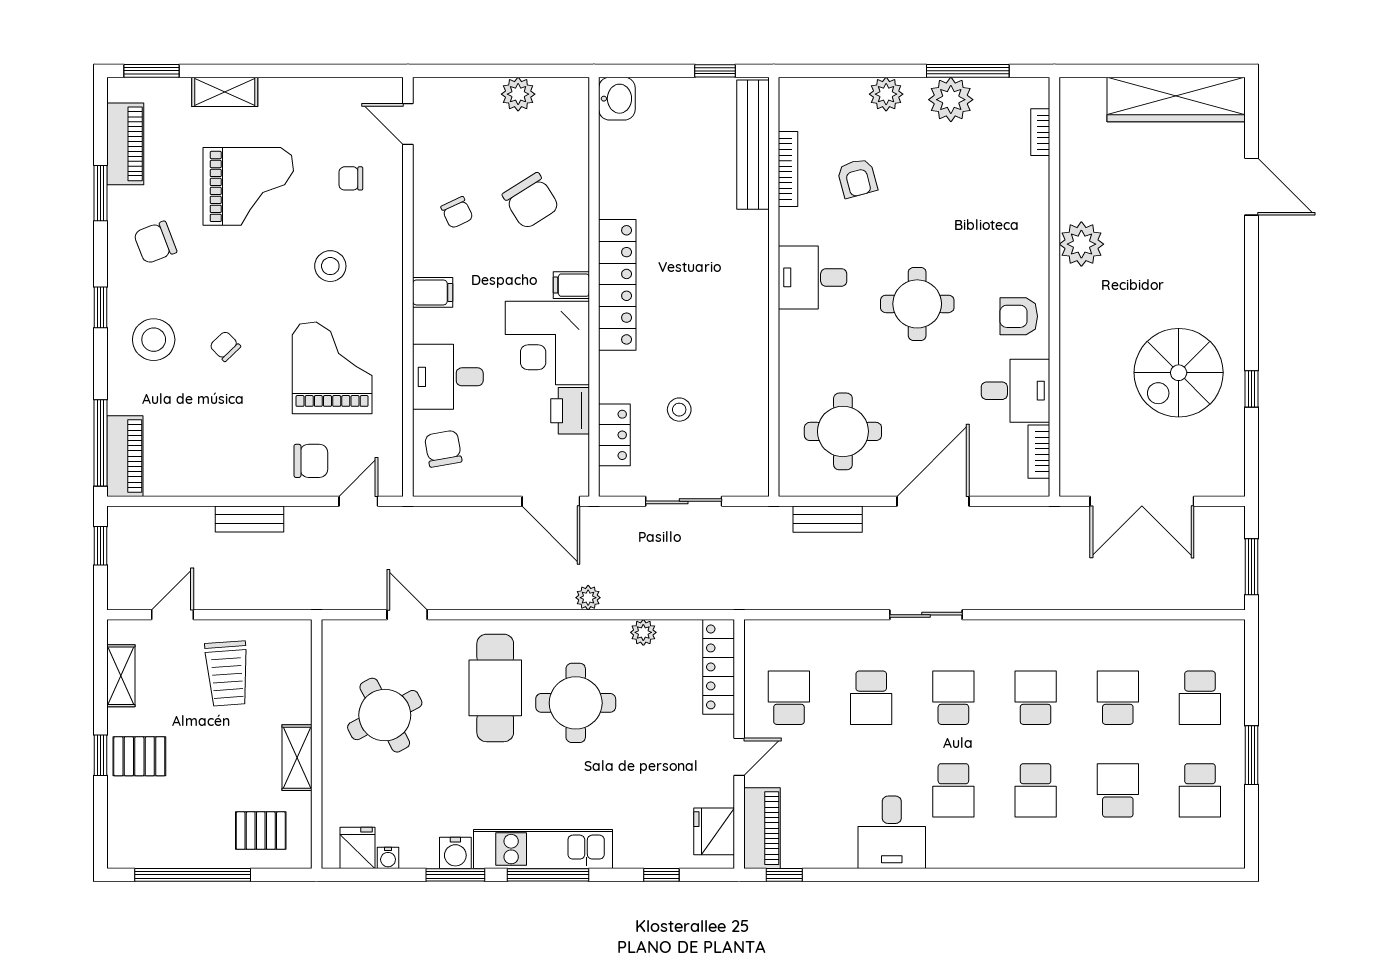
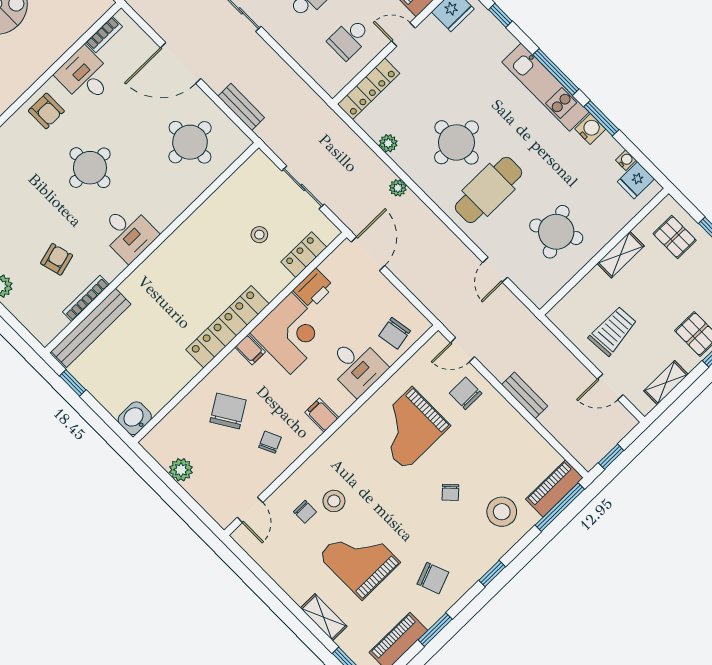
stool: (330, 266) -> (334, 501), moved
stool: (154, 340) -> (502, 512), moved

